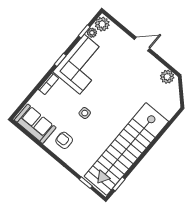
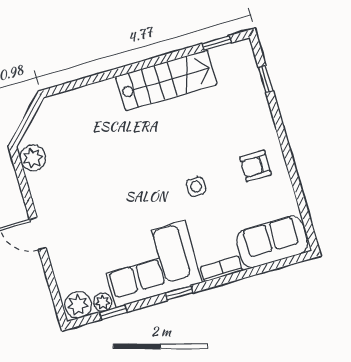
sofa: (35, 124) -> (272, 242), moved, turned 90
armchair: (64, 140) -> (255, 166), turned 91
stairs: (126, 149) -> (166, 80), width x0.54, depth x0.66

